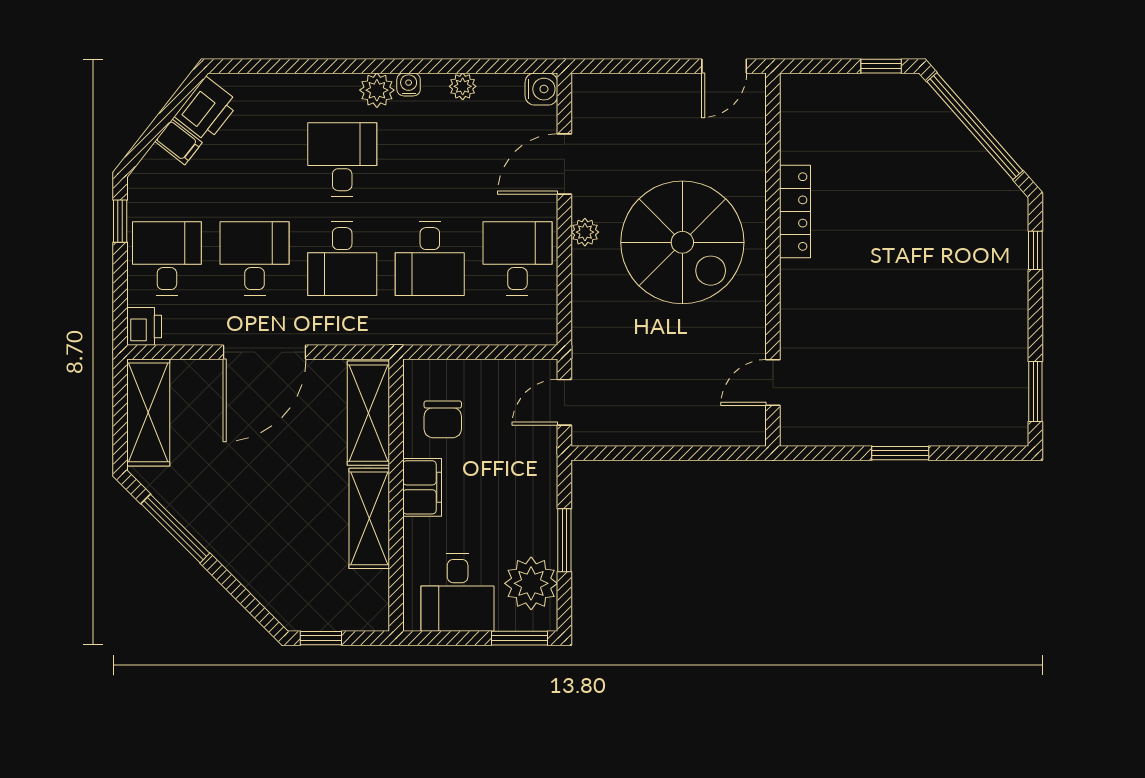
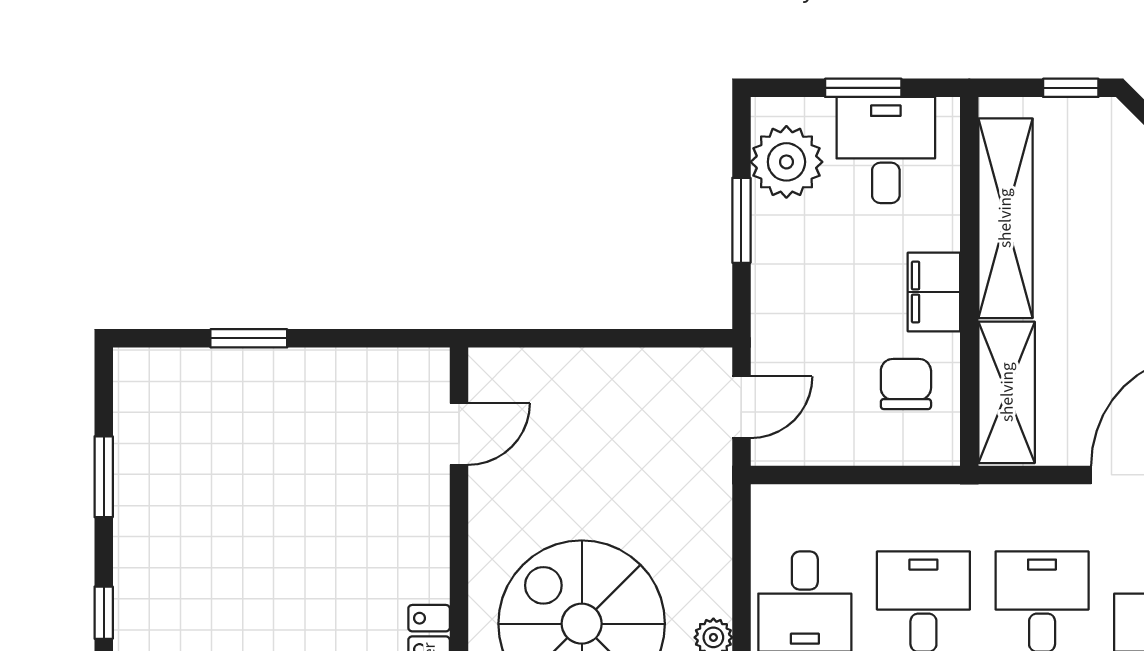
window: (1035, 392) -> (104, 477), moved
window: (900, 453) -> (249, 338), moved
shelving: (369, 518) -> (1005, 218), width x1.47
window: (520, 638) -> (863, 88), moved

